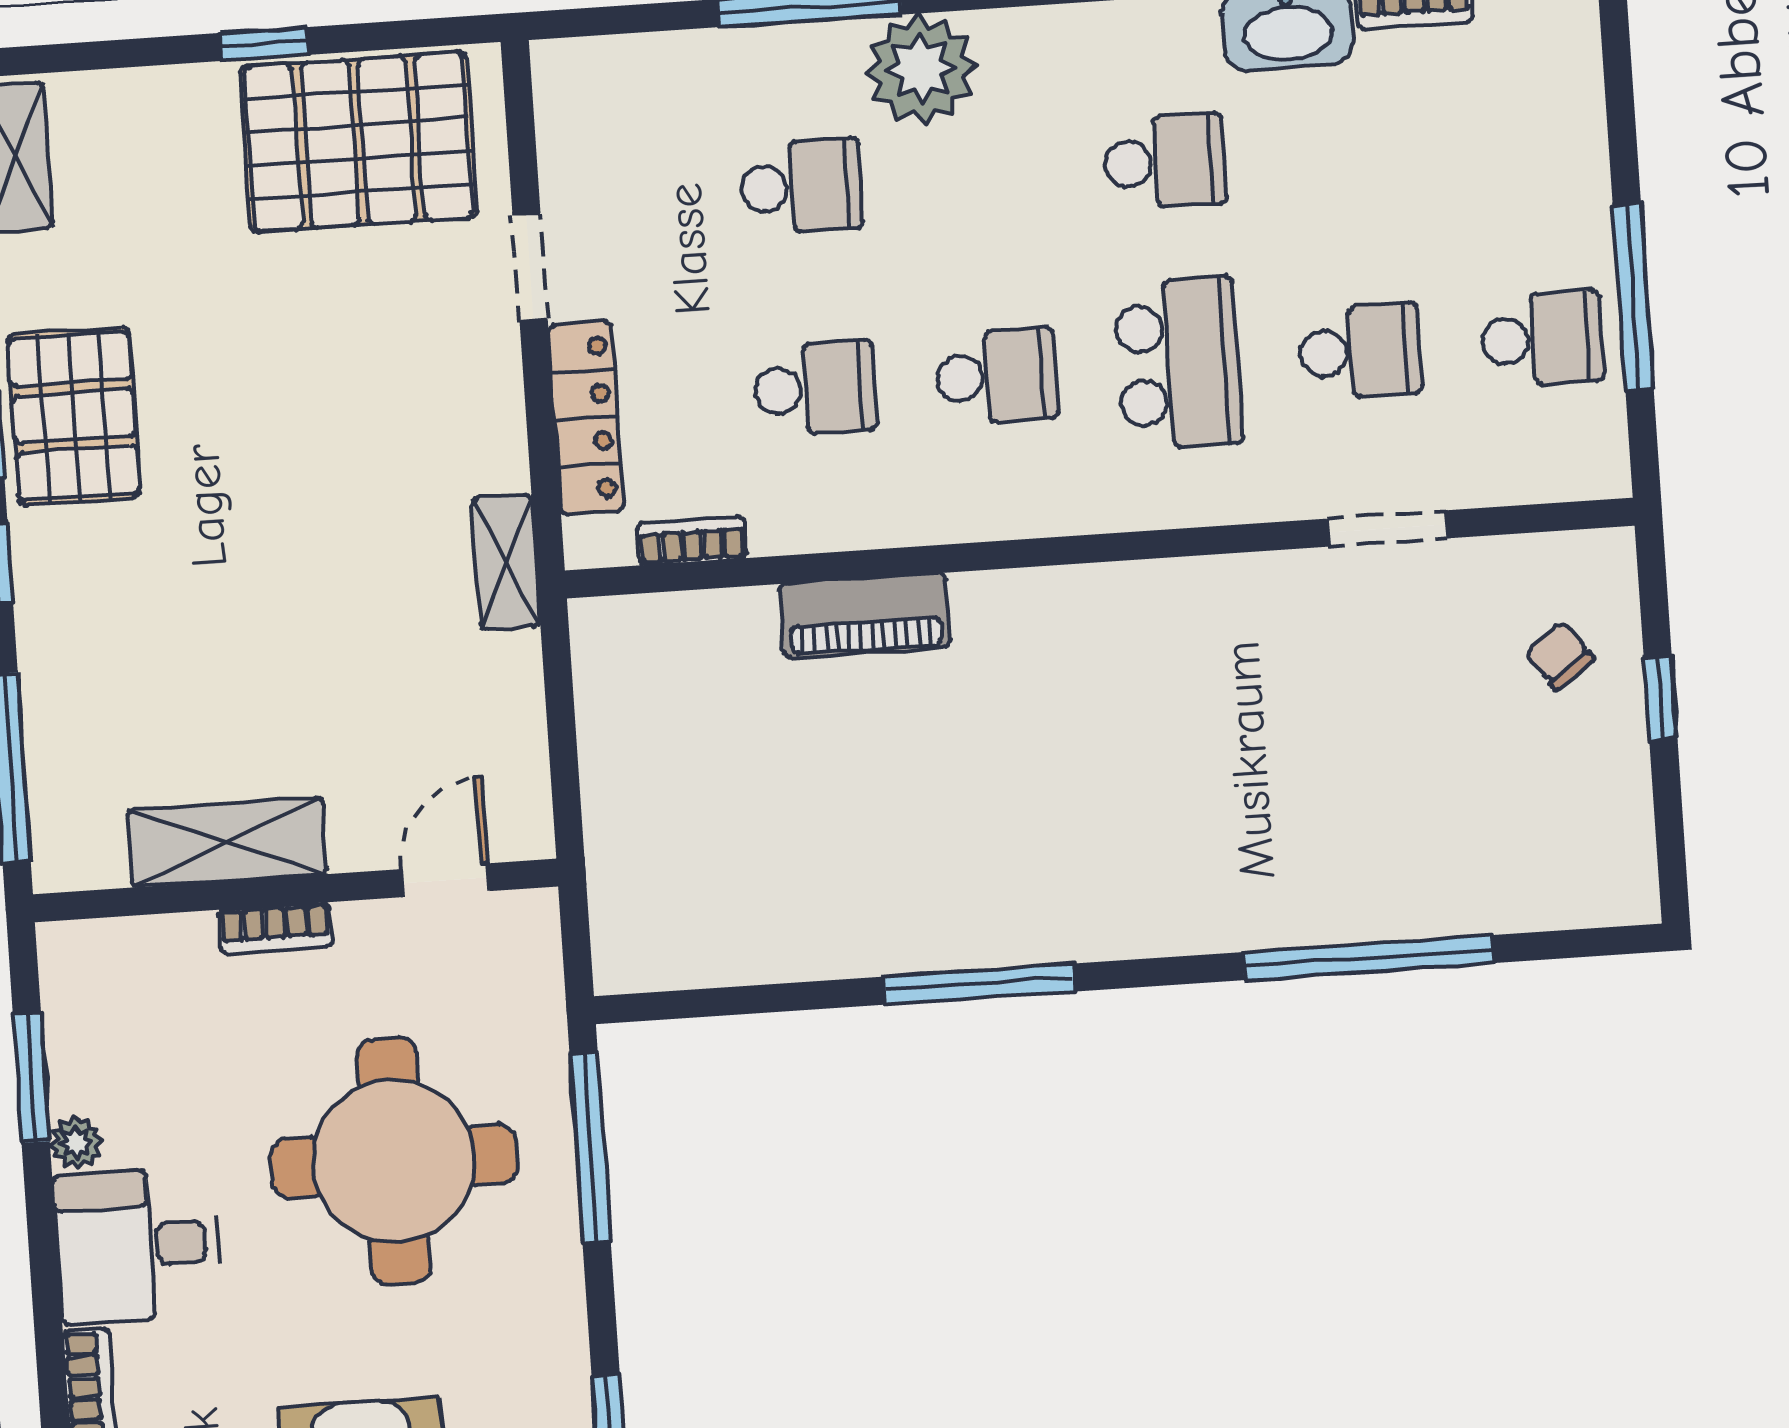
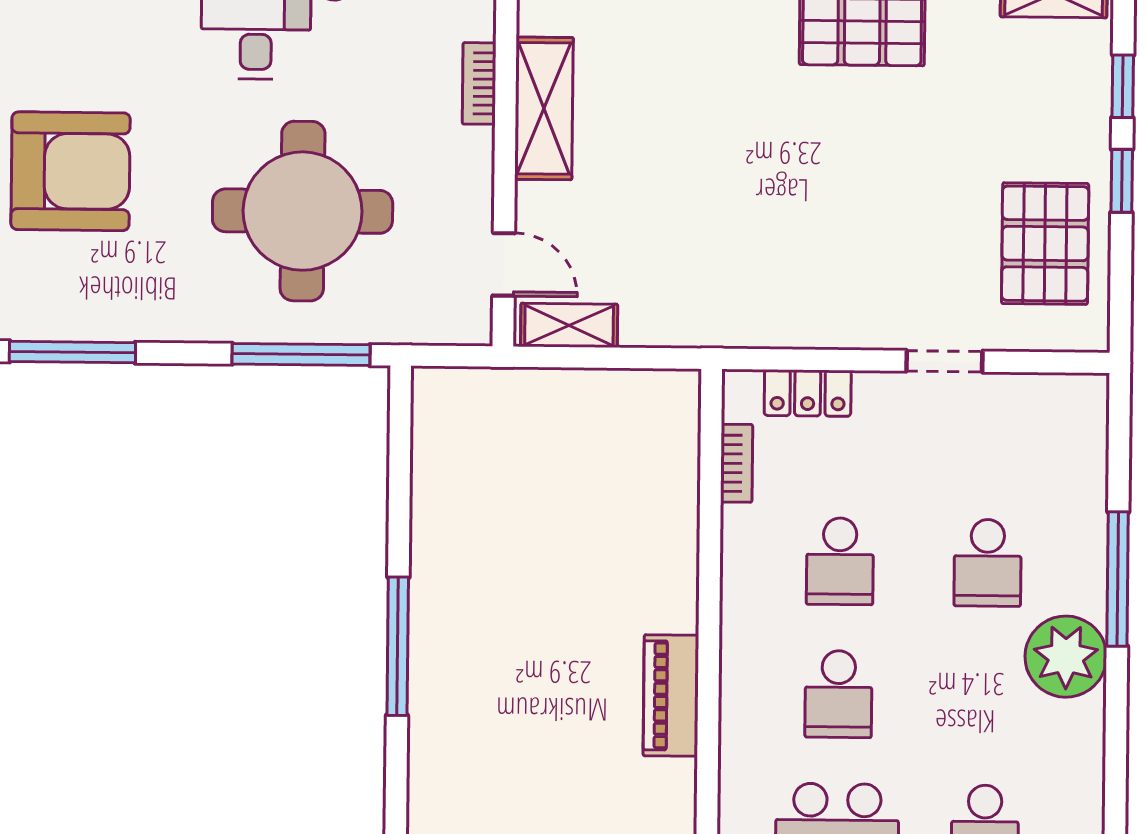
window: (135, 53) -> (1123, 86), added
pallet: (358, 142) -> (1045, 244), width x0.73, depth x0.71
locker: (586, 418) -> (808, 393), width x0.66
shelving: (506, 562) -> (569, 325), moved
piano: (865, 615) -> (671, 695), moved
bookcase: (275, 928) -> (479, 83), moved

